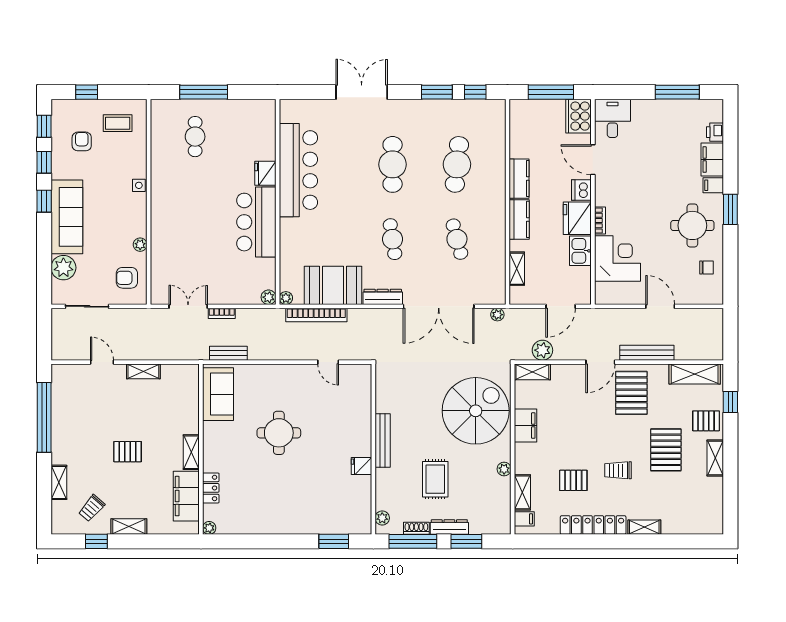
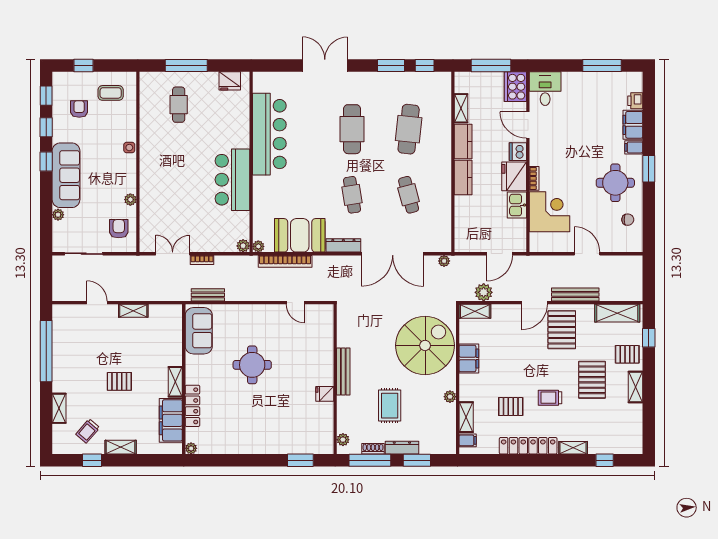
fridge: (265, 173) -> (230, 81), moved, turned -90
plant: (63, 268) -> (58, 215), width x0.53, depth x0.53
shelving: (517, 269) -> (461, 108), moved
armchair: (127, 278) -> (119, 229), turned 90
locker: (211, 488) -> (192, 406), width x1.53
window: (680, 541) -> (605, 460), added

